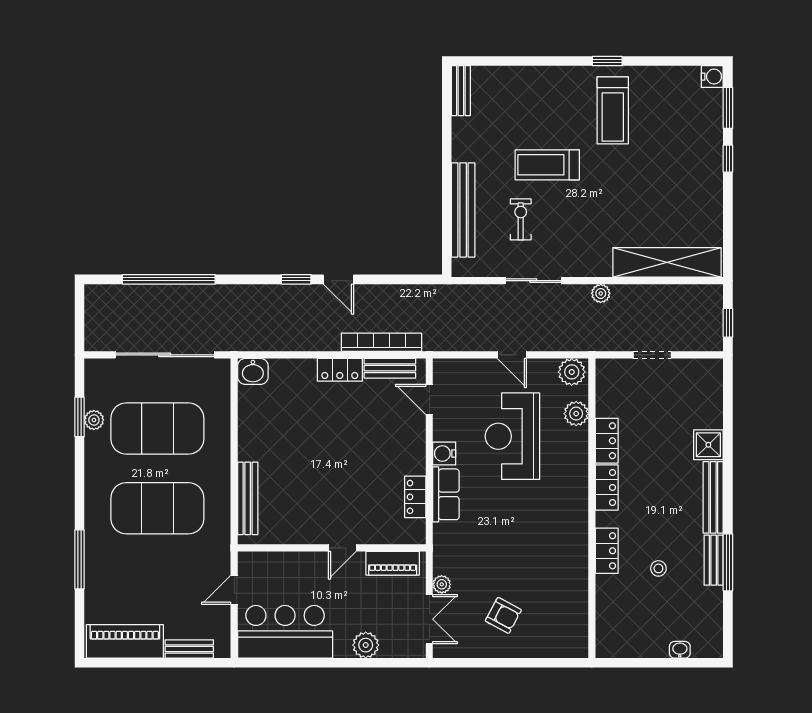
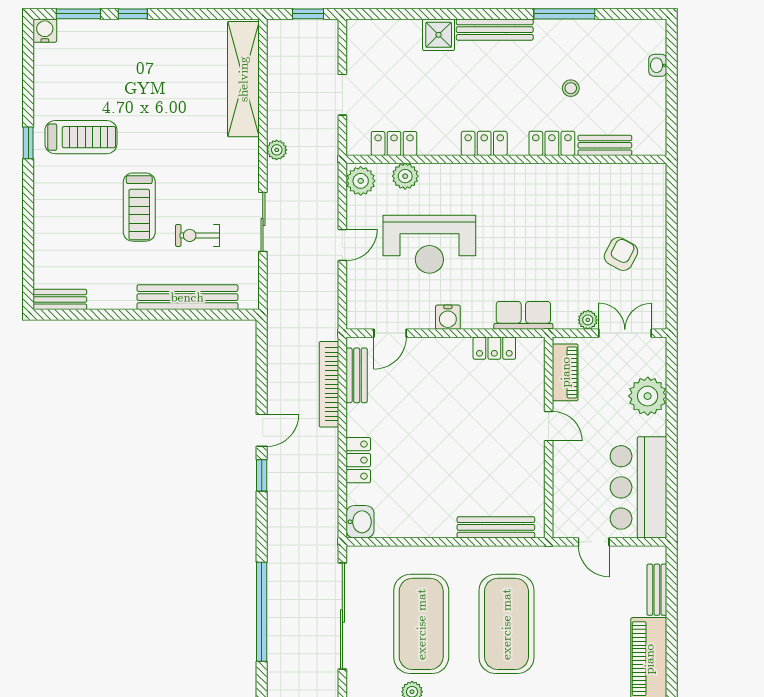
locker: (340, 370) -> (358, 460), moved
locker: (607, 441) -> (394, 143), moved
row of seats: (446, 494) -> (523, 315), moved
bench: (714, 560) -> (605, 145), moved
plant: (366, 645) -> (648, 396), width x1.36, depth x1.36

